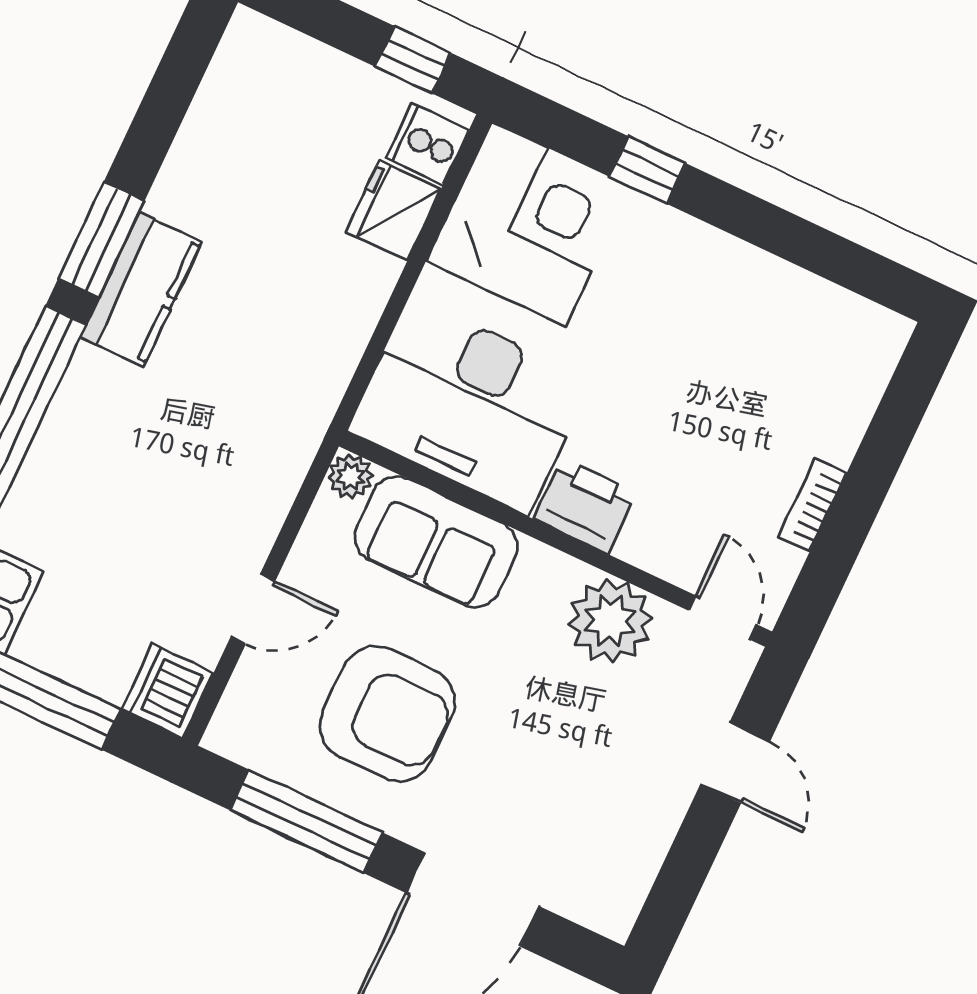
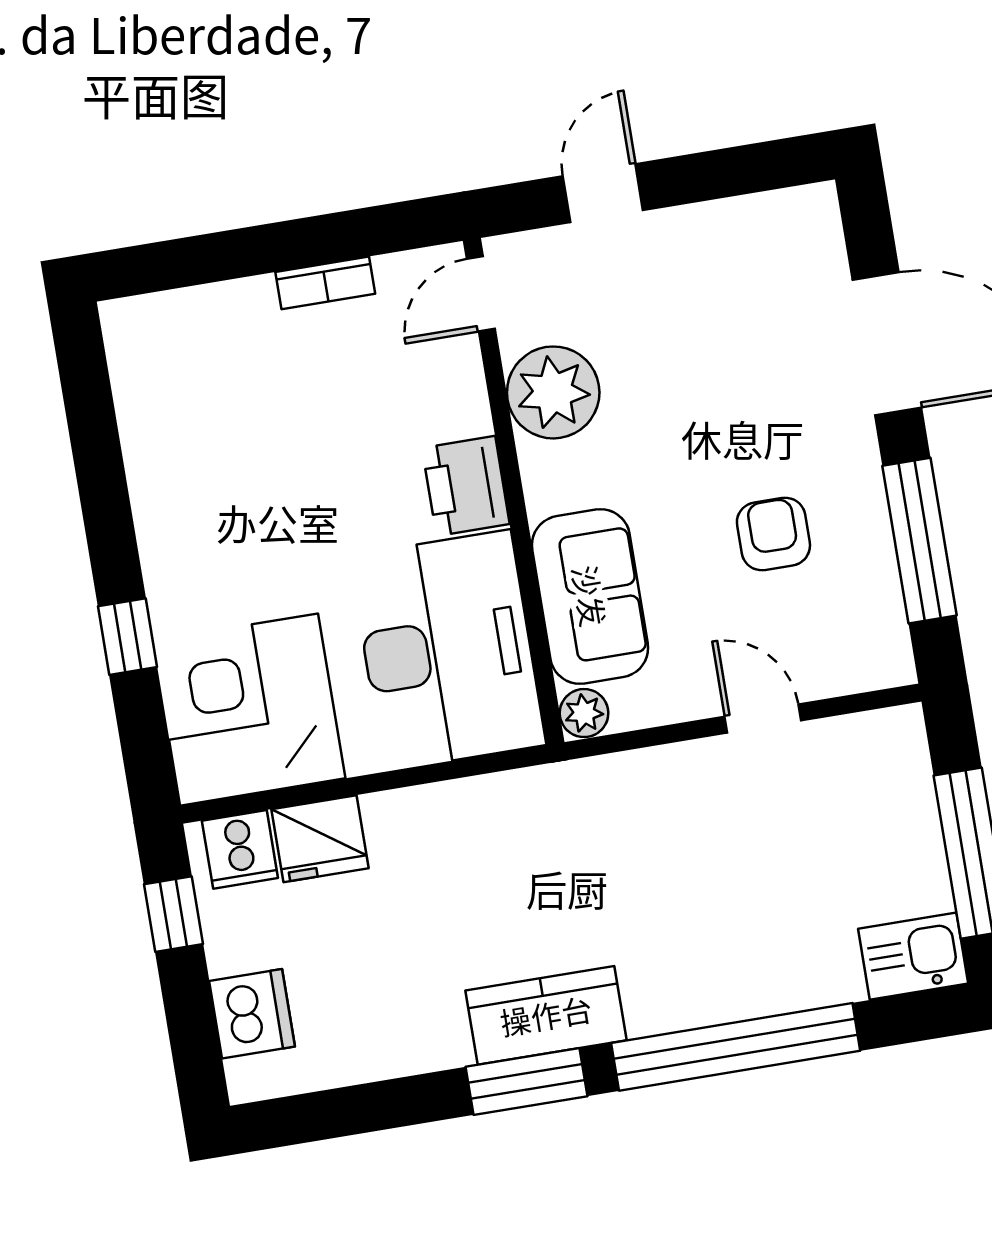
dishwasher: (167, 691) -> (252, 1014), moved, turned -90
armchair: (387, 714) -> (773, 534), width x0.53, depth x0.53

